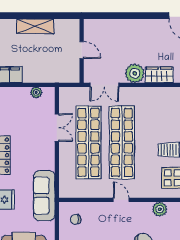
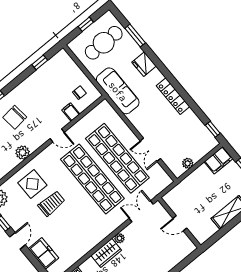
plant: (135, 73) -> (119, 238), width x0.53, depth x0.53
filing cabinet: (95, 210) -> (71, 112), added

